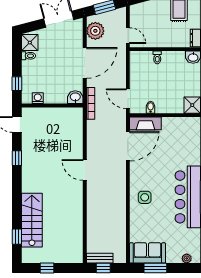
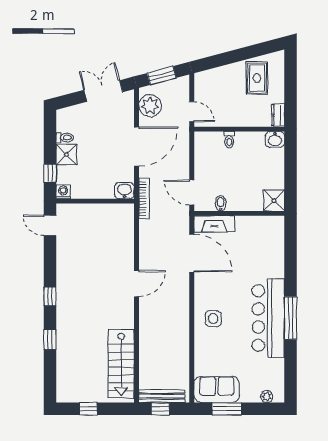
shower: (30, 43) -> (66, 154), moved
washing machine: (38, 98) -> (63, 192), moved
door: (128, 146) -> (192, 253), hinge flipped
window: (17, 158) -> (50, 296), moved
door: (85, 170) -> (137, 284), swing flipped
stairs: (32, 220) -> (121, 364), moved, turned 180
window: (17, 237) -> (50, 340), moved
bench: (100, 258) -> (162, 396), width x1.36

